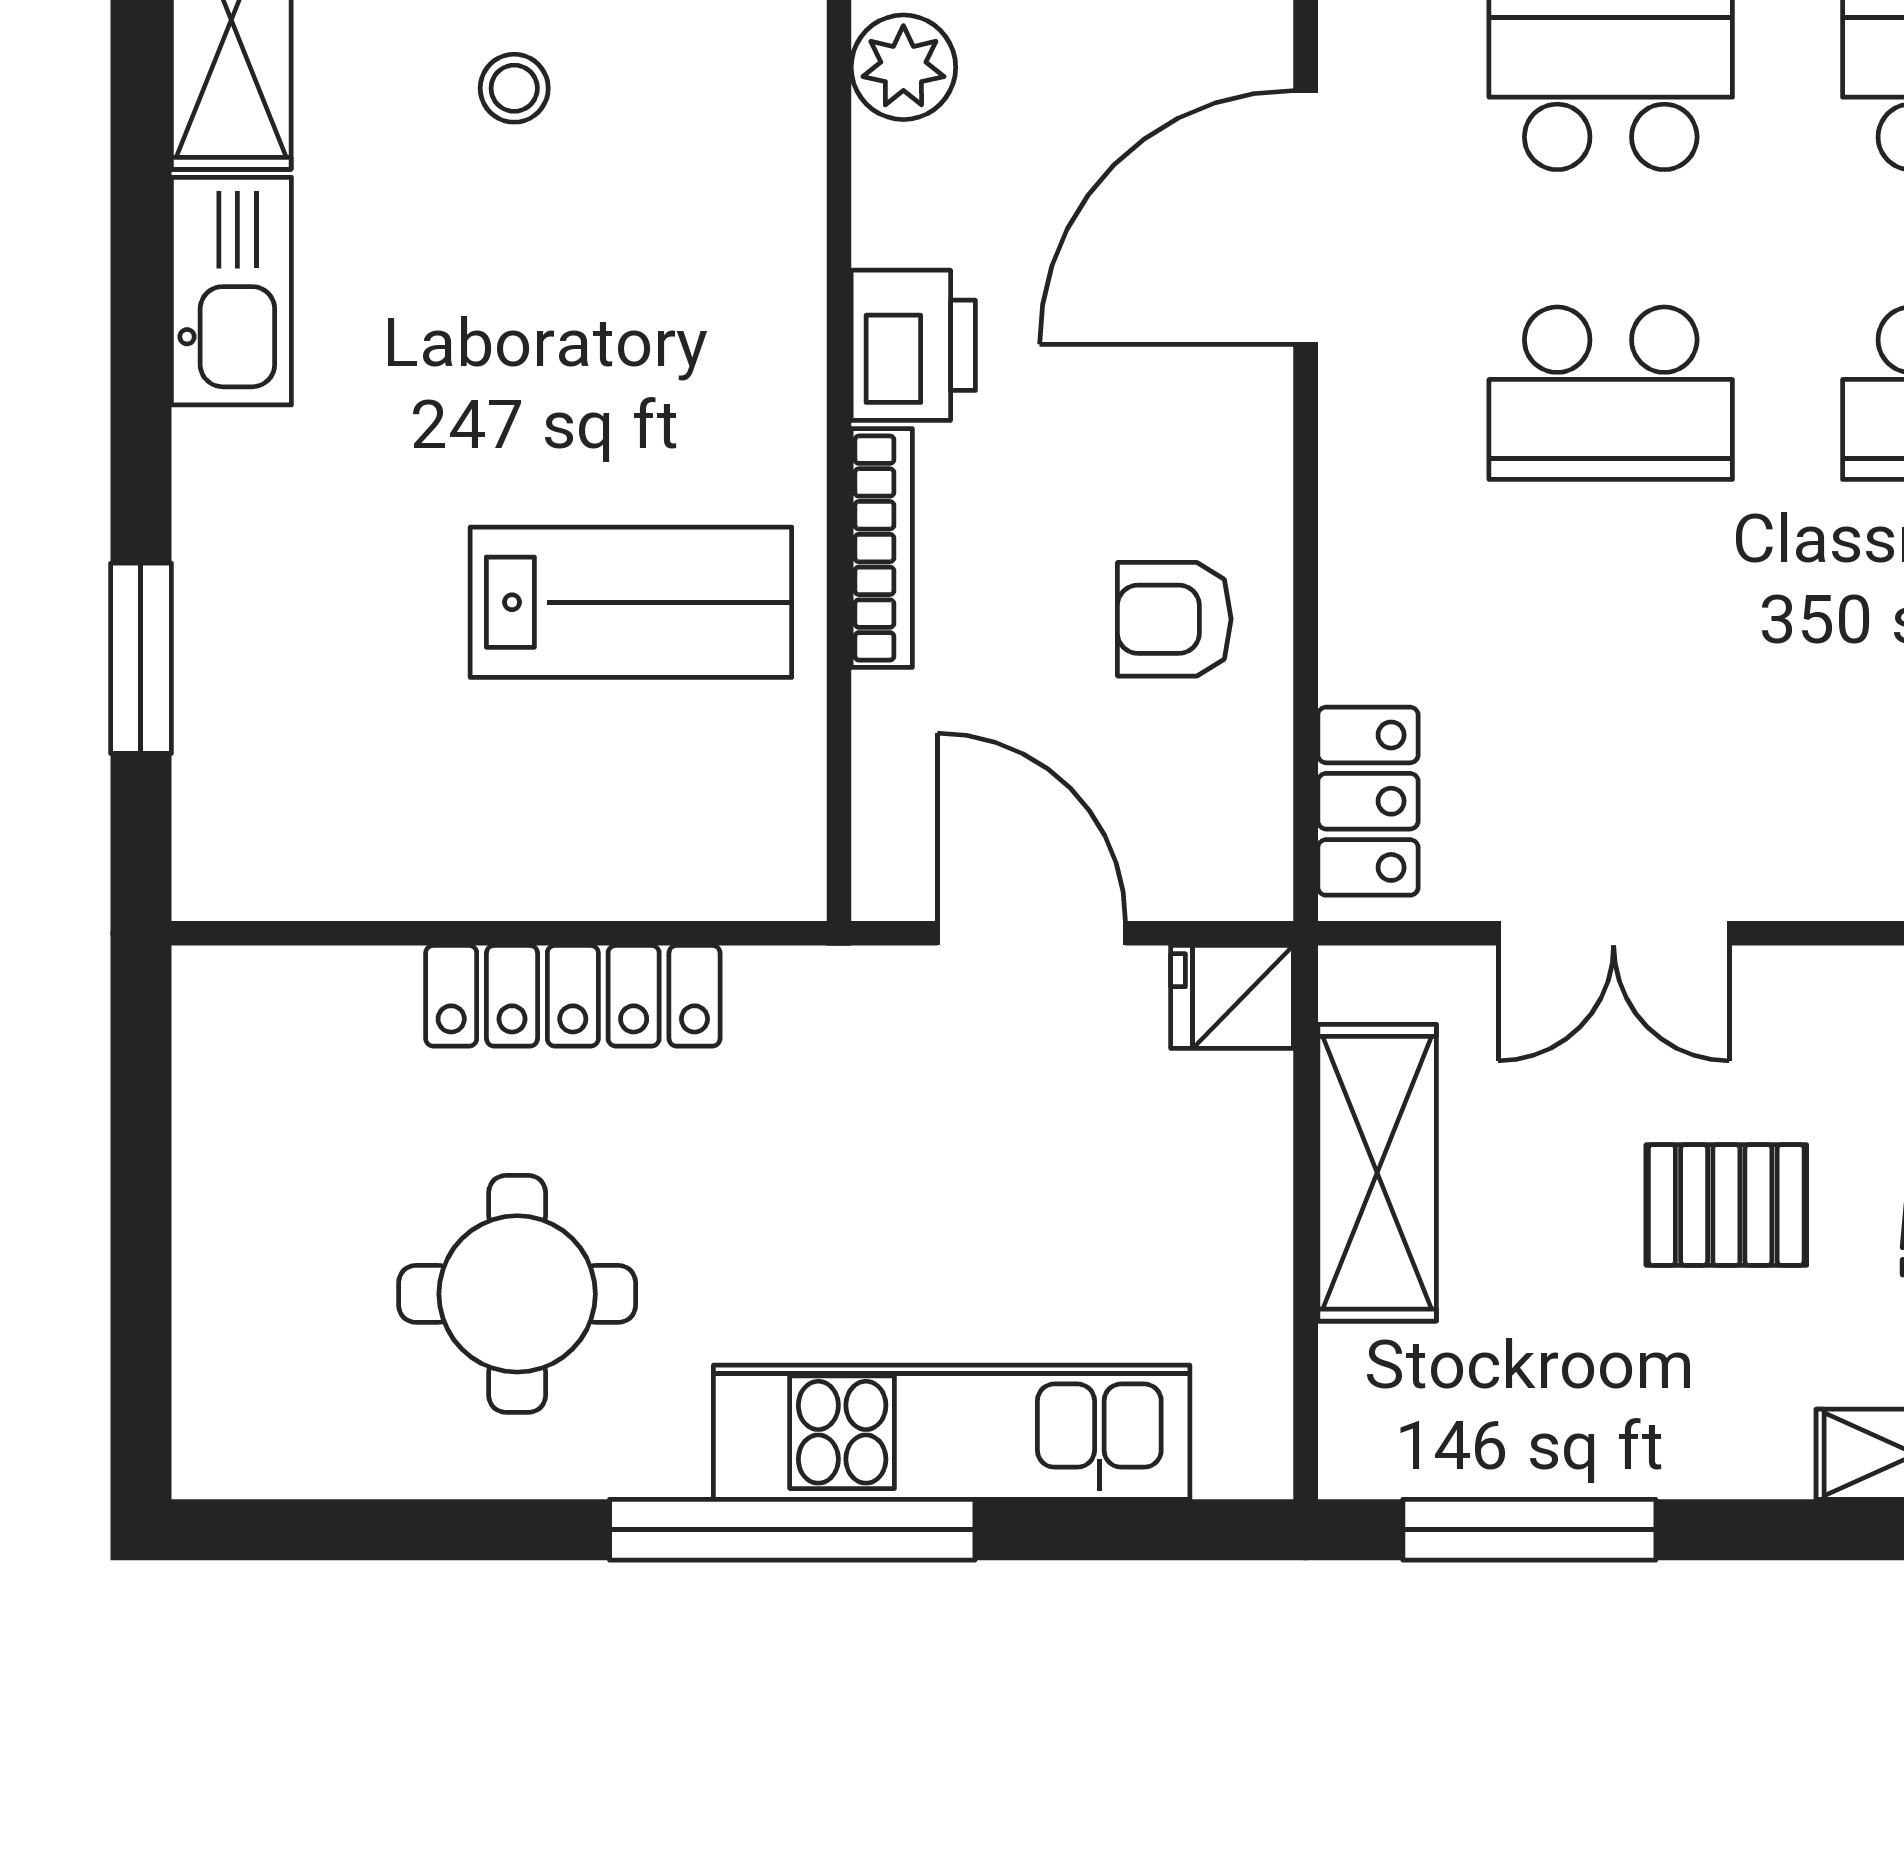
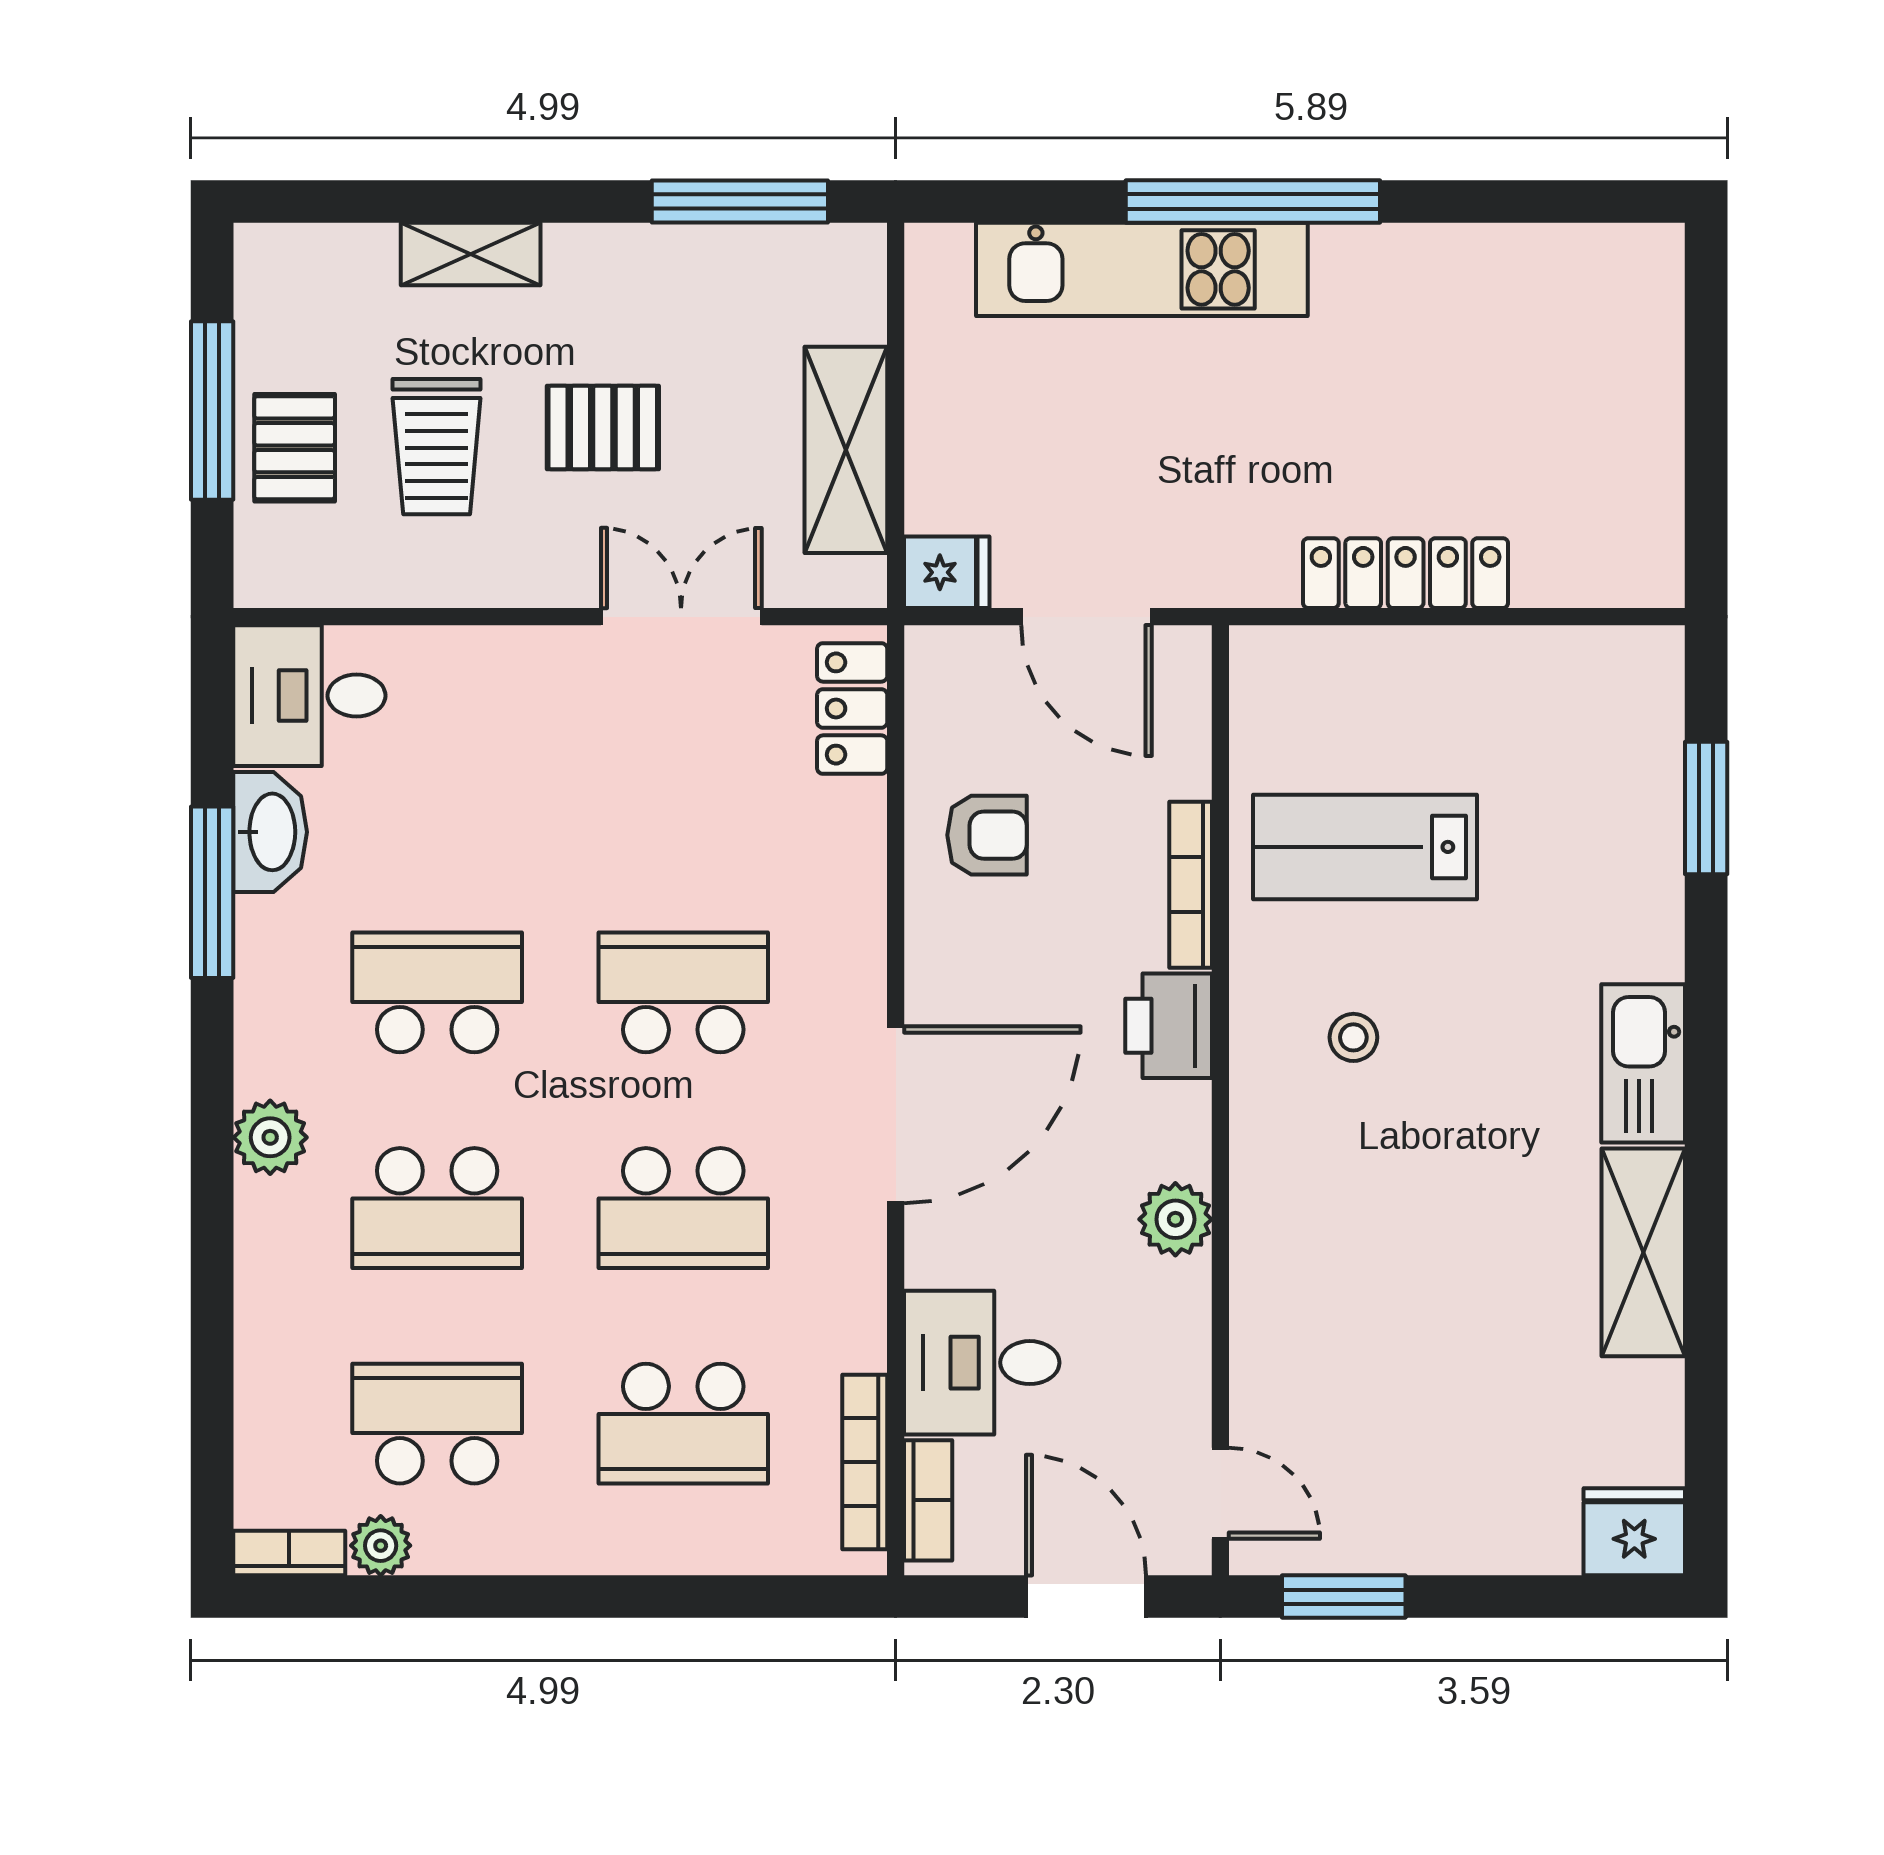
stool: (514, 88) -> (1353, 1037), moved
round table: (517, 1294) -> (1444, 366), removed

